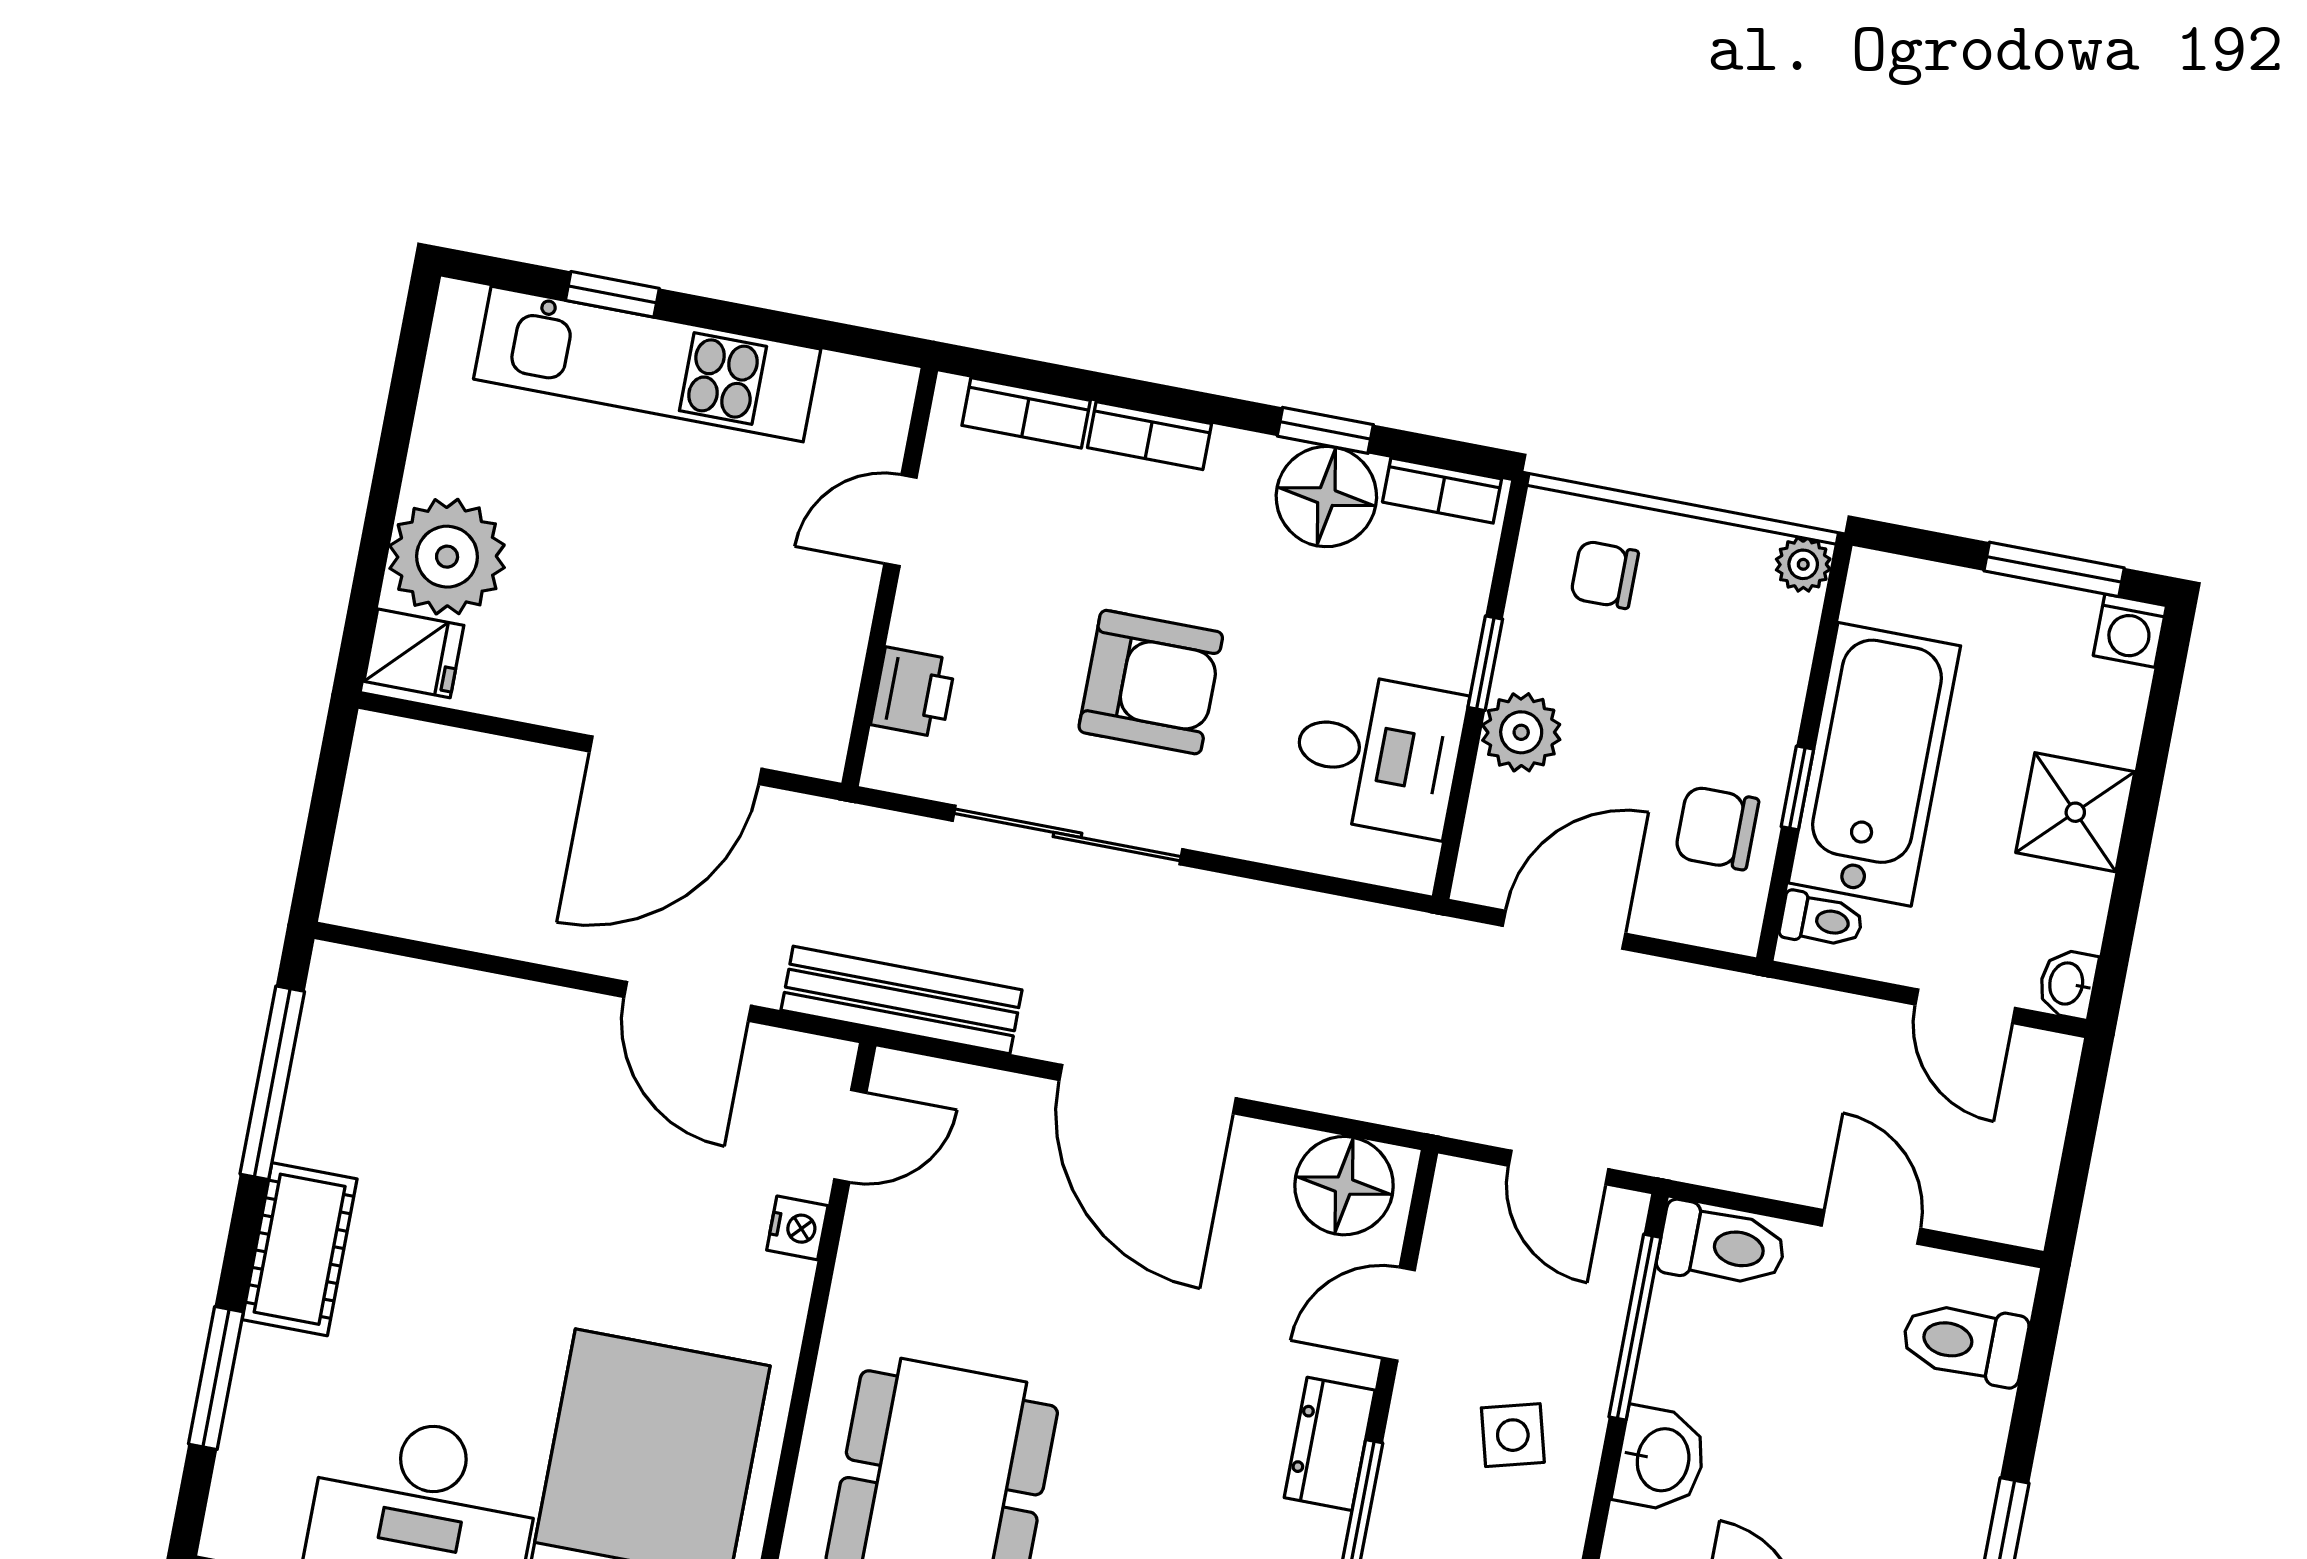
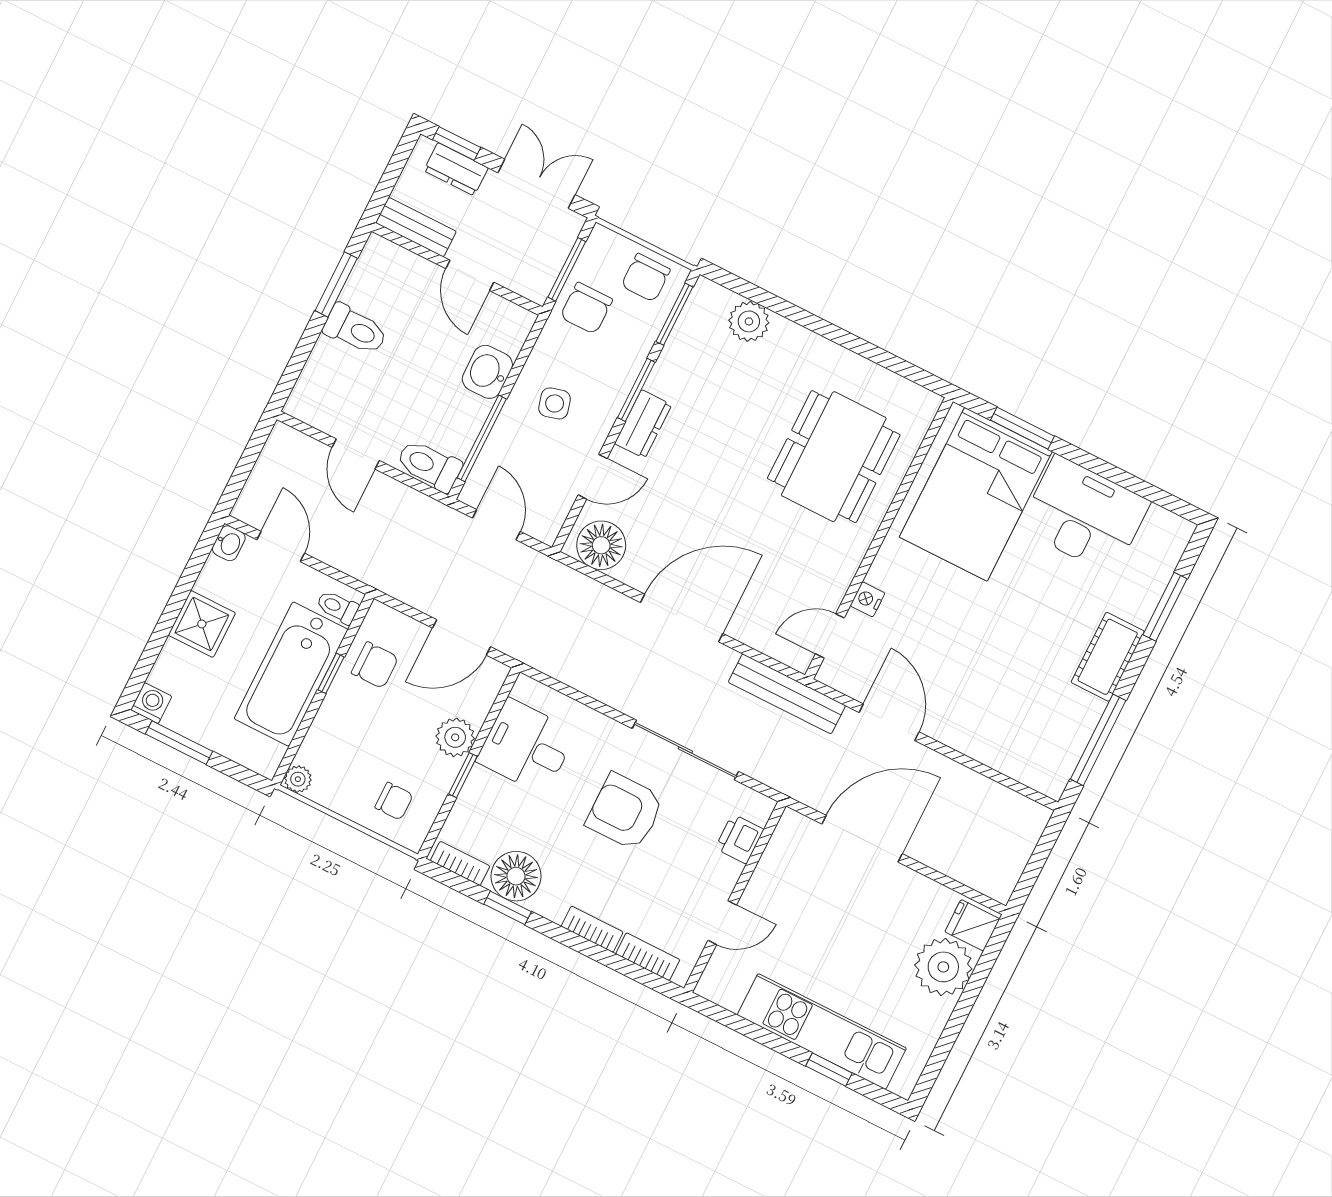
door: (1148, 1089) -> (682, 618), hinge flipped
toilet: (1964, 1343) -> (355, 329), moved

